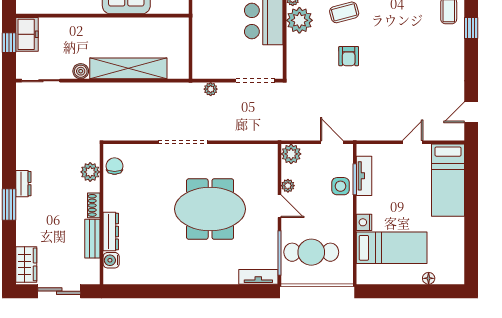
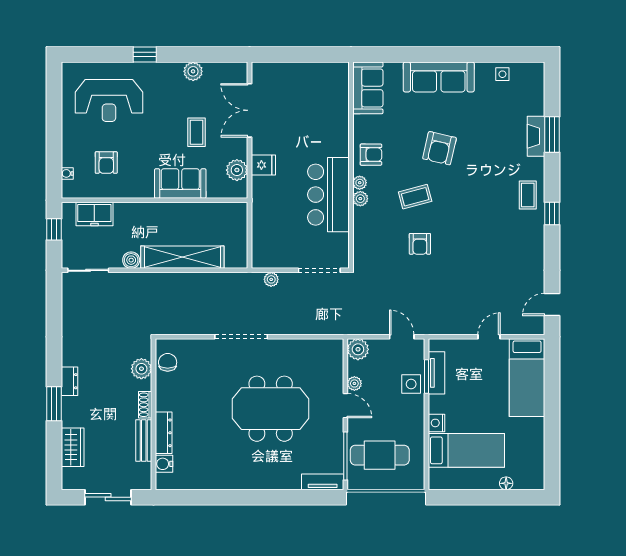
plant: (299, 20) -> (360, 199), width x0.53, depth x0.53
freezer: (27, 34) -> (94, 214), moved, turned 90
wardrobe: (26, 264) -> (73, 447), moved

